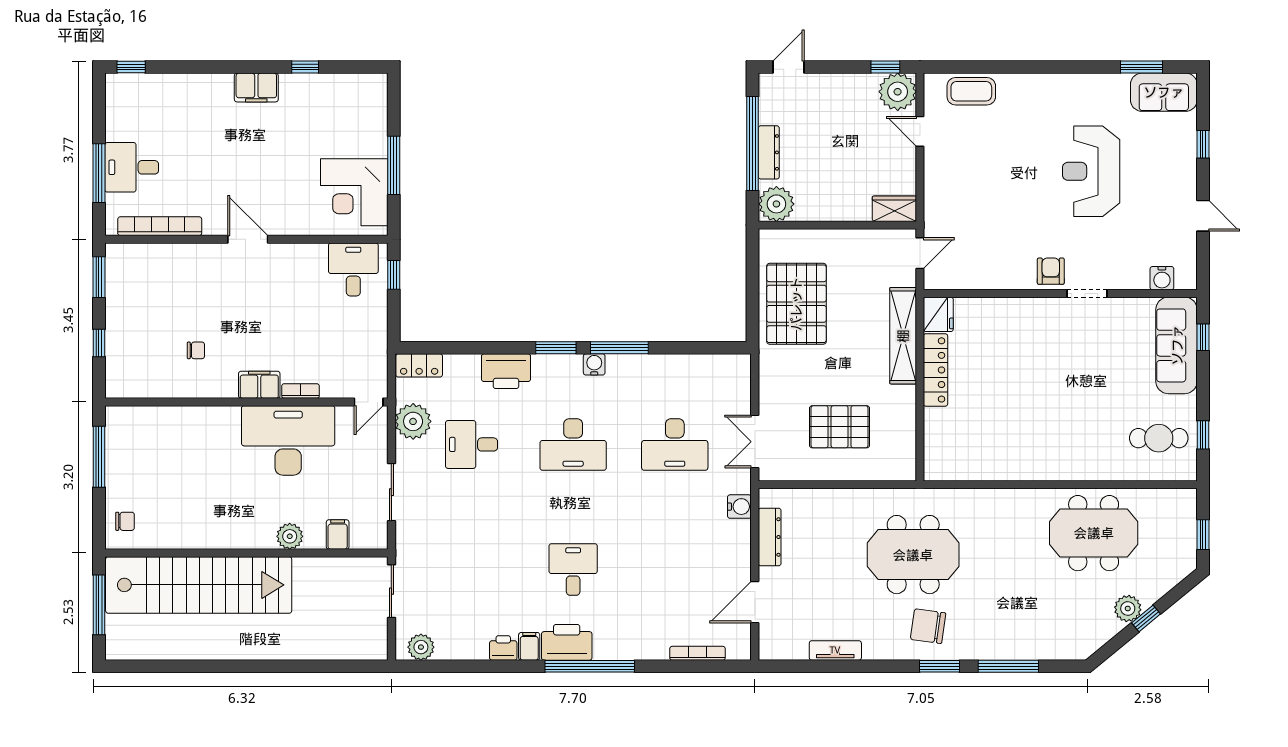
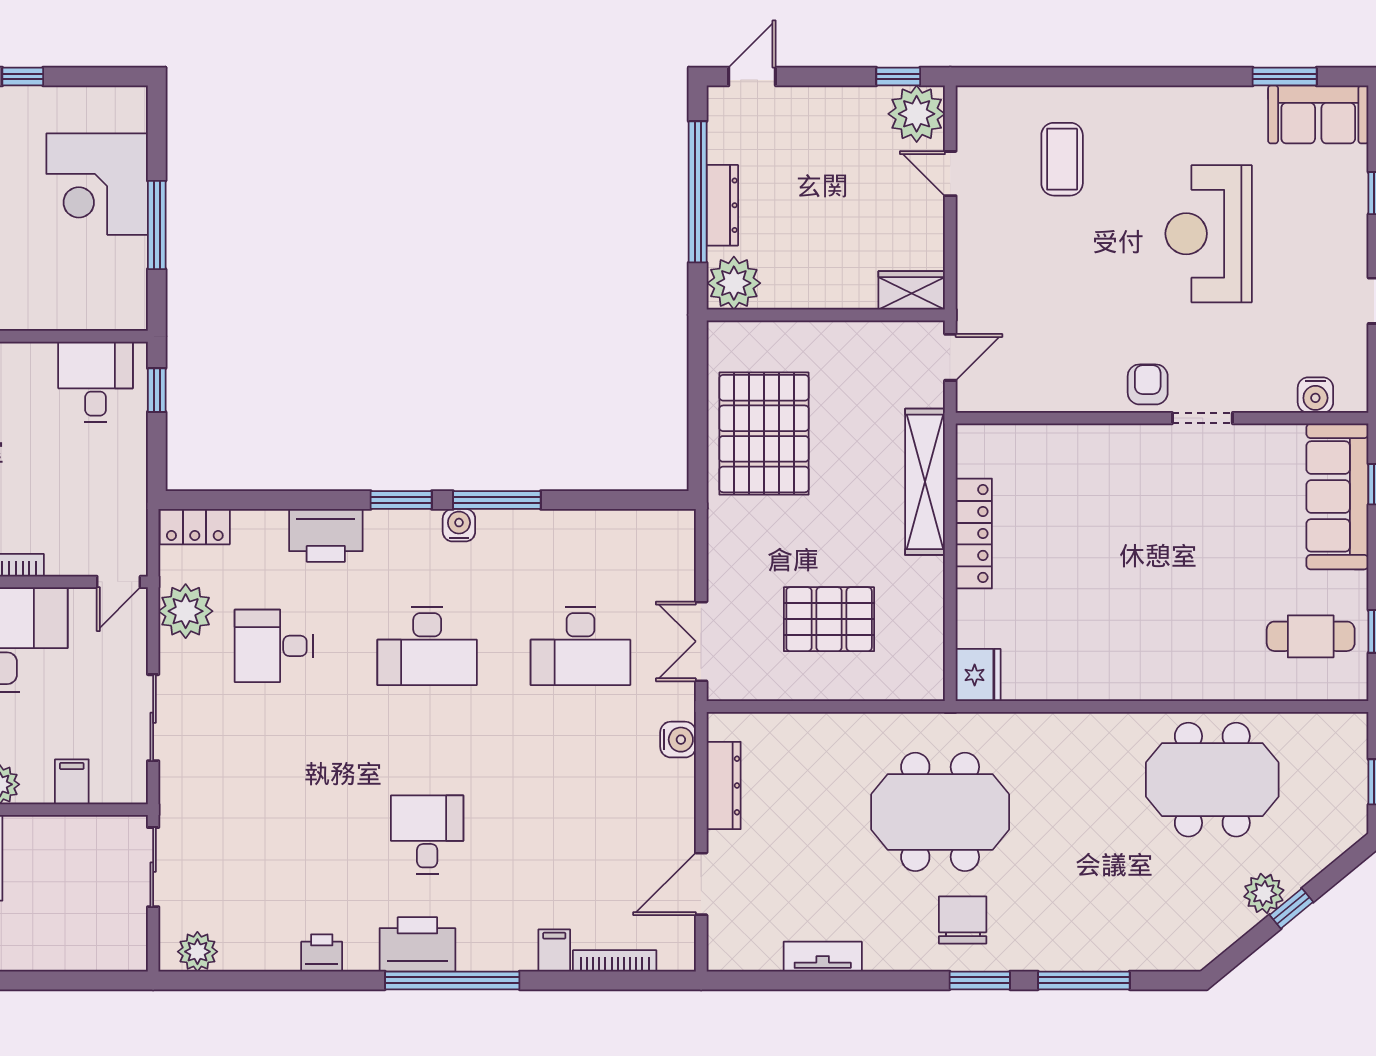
coffee table: (971, 91) -> (1062, 159), moved, turned 90
corner desk: (354, 192) -> (97, 184), moved
fridge: (938, 314) -> (978, 675), moved
chair: (928, 626) -> (963, 920), turned 82
filing cabinet: (529, 646) -> (554, 950), moved

